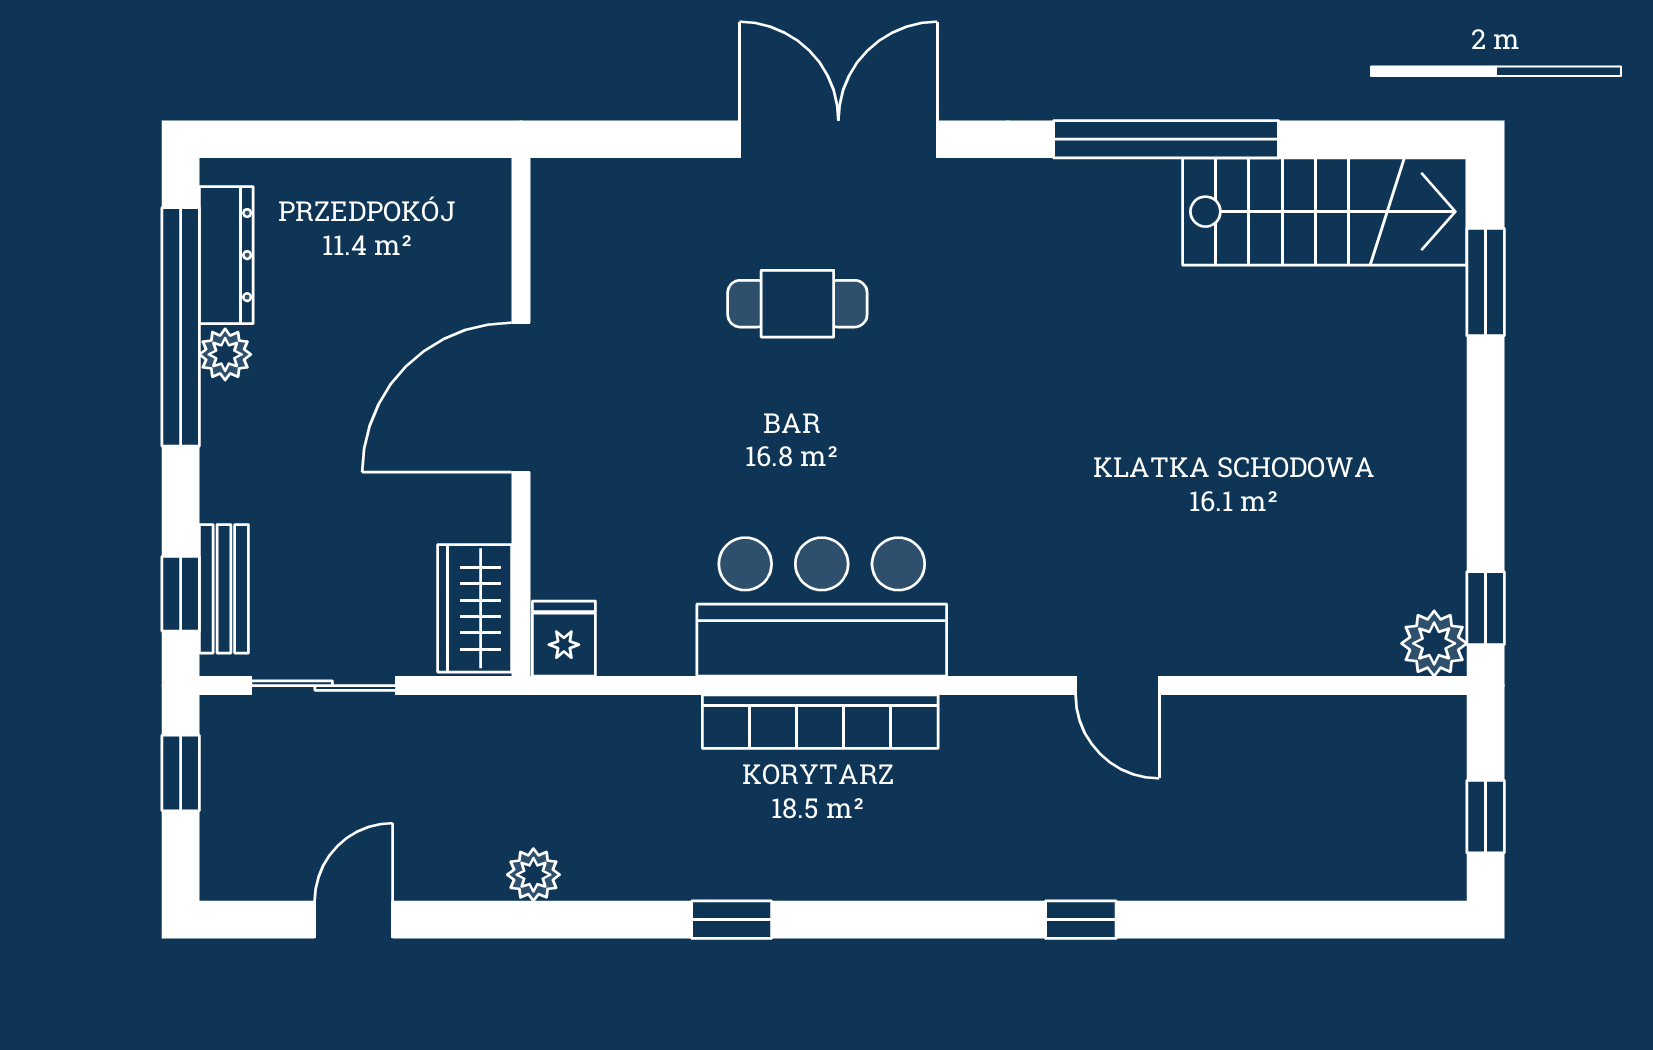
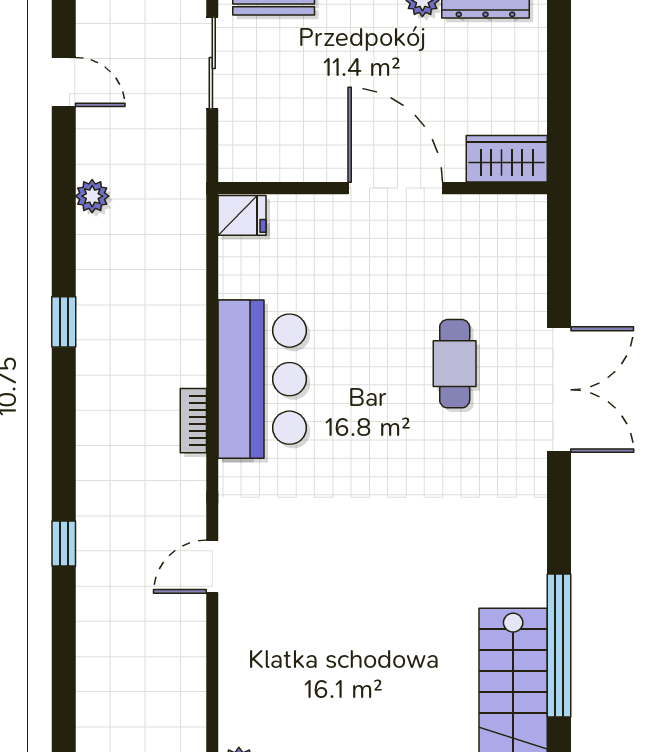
window: (1166, 139) -> (559, 646), moved
wardrobe: (475, 608) -> (507, 159), moved
bookcase: (820, 722) -> (193, 421), width x0.43, depth x0.76

